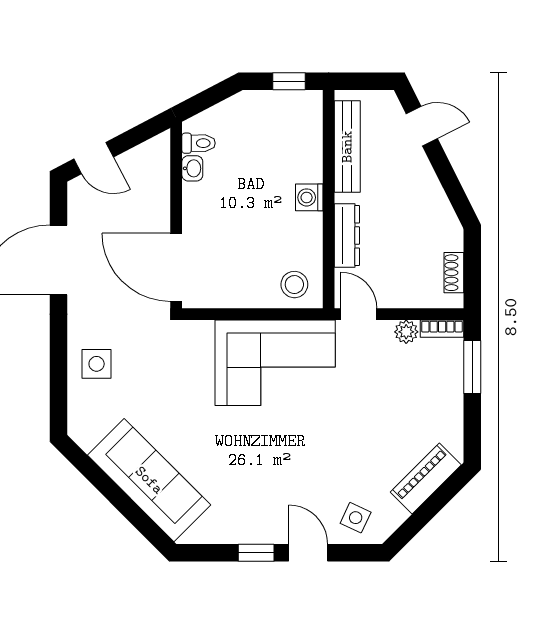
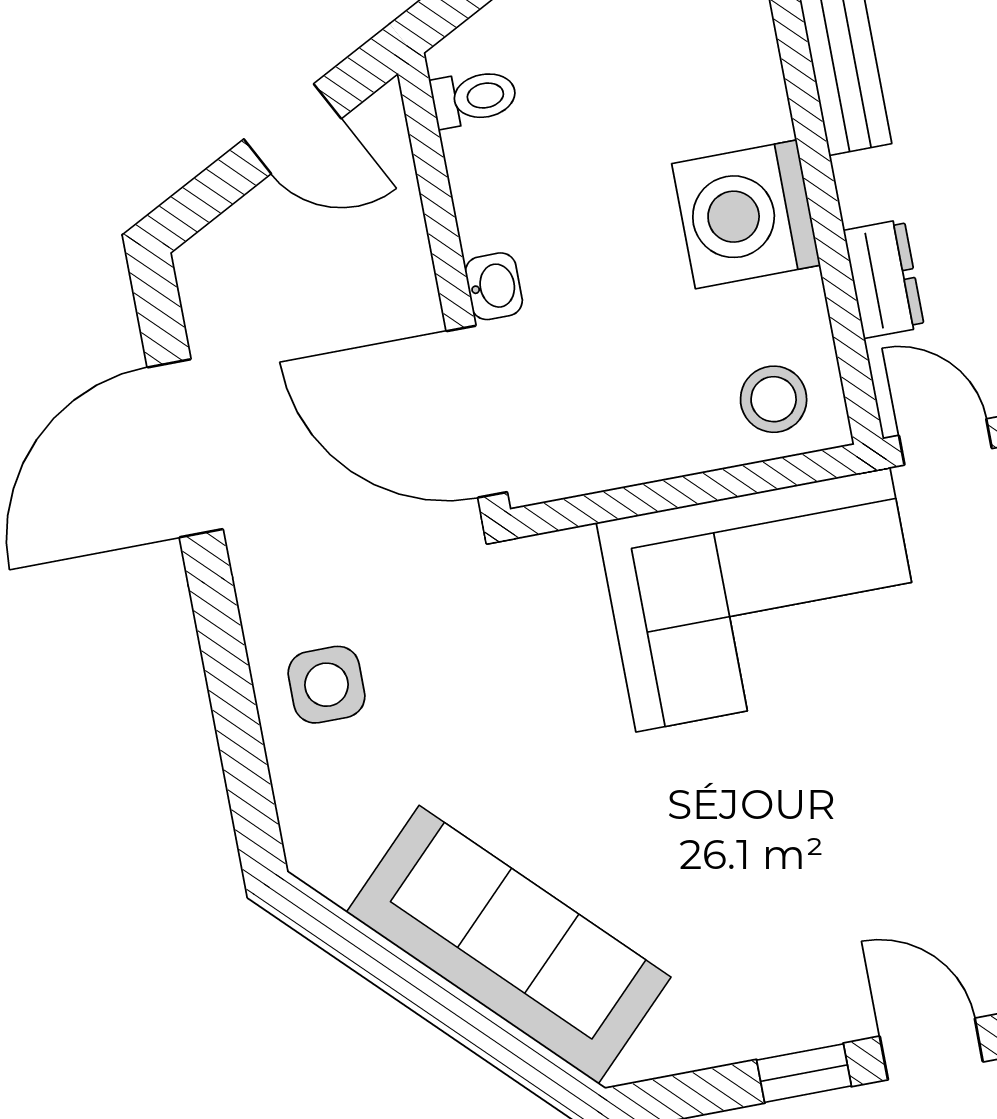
door: (94, 158) -> (292, 129), moved
washbasin: (192, 168) -> (494, 286), moved
washing machine: (309, 197) -> (746, 214), width x1.89, depth x1.89
dresser: (347, 235) -> (884, 279), width x0.70

